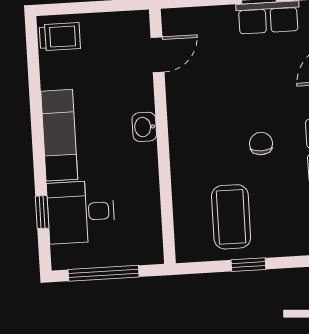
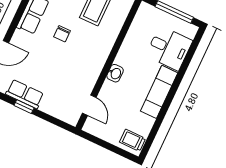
door: (158, 55) -> (89, 105), swing flipped
window: (42, 212) -> (188, 59), removed

